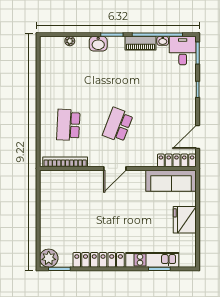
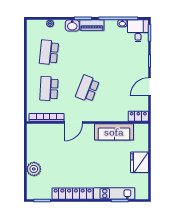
piano: (141, 43) -> (92, 25), moved
school desk: (68, 78) -> (49, 52), added
door: (198, 137) -> (149, 87), moved
locker: (176, 160) -> (138, 116), width x0.66
door: (115, 168) -> (74, 122), moved
sofa: (171, 181) -> (114, 132), moved
plant: (49, 258) -> (34, 169), moved

